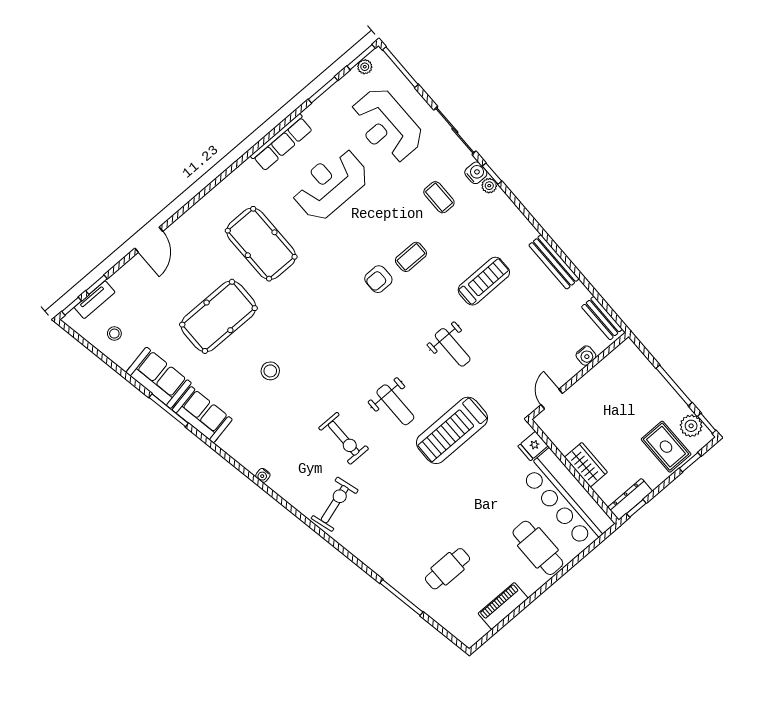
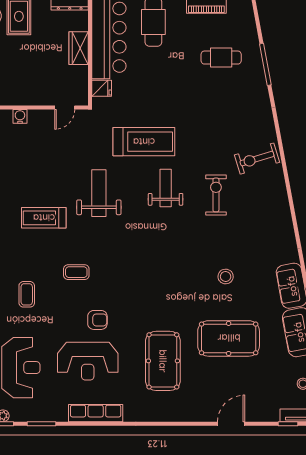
armchair: (378, 279) -> (97, 320), moved
weight bench: (453, 347) -> (99, 193), width x1.36, depth x1.33
water cooler: (263, 475) -> (286, 215), removed

